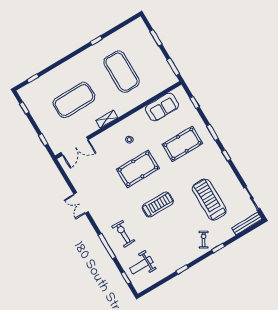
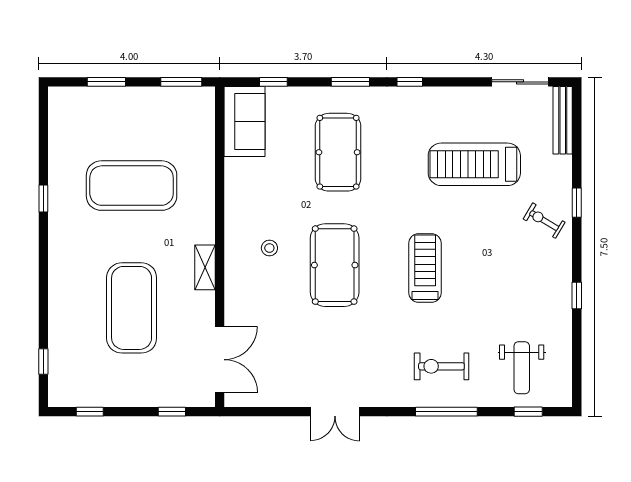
sofa: (162, 107) -> (245, 122), moved

